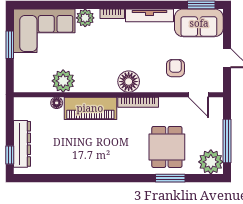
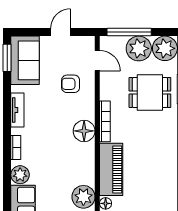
tv unit: (149, 15) -> (17, 110), width x0.71
door: (199, 95) -> (97, 61), hinge flipped
plant: (211, 136) -> (139, 48), added
window: (227, 141) -> (129, 32), moved

